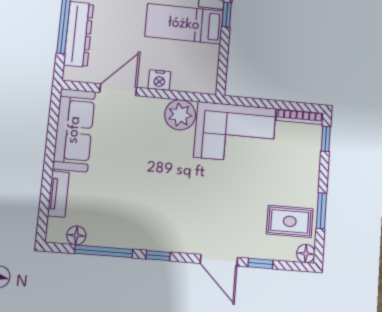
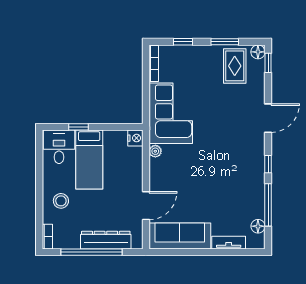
nightstand: (159, 80) -> (135, 138), moved
door: (118, 90) -> (146, 206), swing flipped
plant: (180, 115) -> (155, 151), width x0.53, depth x0.53
window: (326, 139) -> (183, 42), moved
window: (260, 264) -> (268, 63), moved

